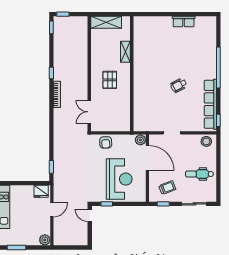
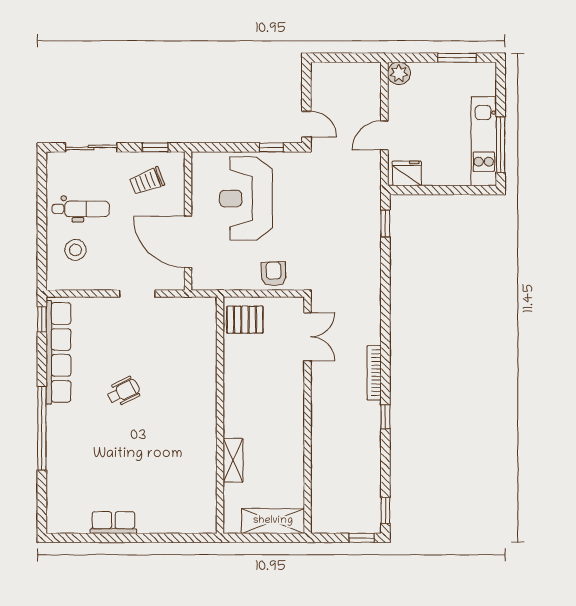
pallet: (110, 80) -> (245, 320), moved, turned 90
plant: (140, 140) -> (202, 279), removed
stool: (206, 141) -> (75, 250), moved

